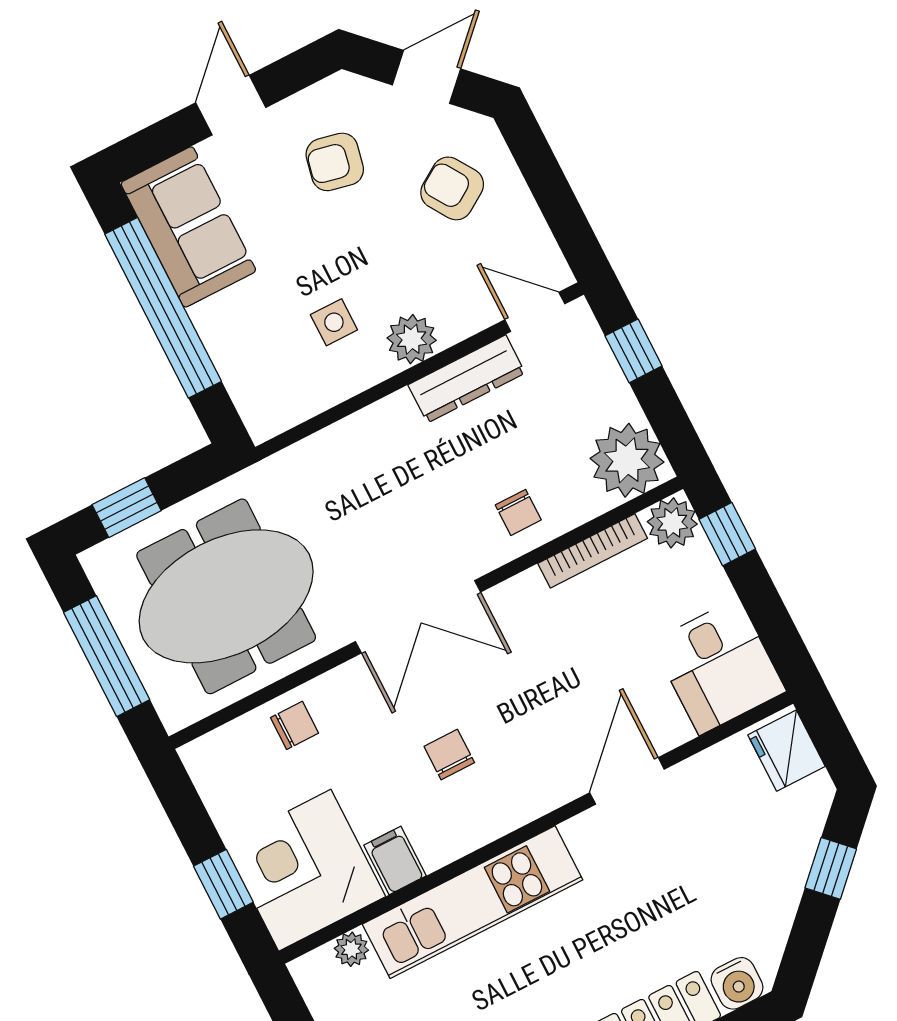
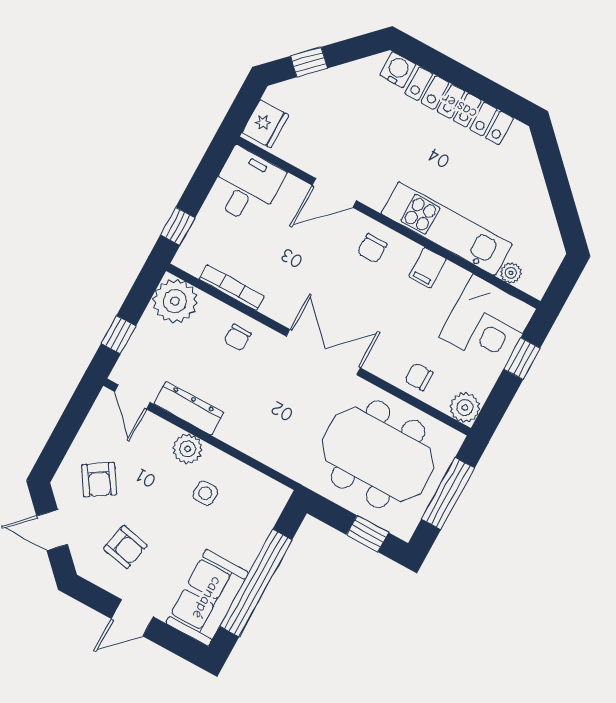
chair: (518, 512) -> (238, 337), turned 180
plant: (672, 523) -> (465, 408), moved
chair: (449, 755) -> (372, 248), moved
filing cabinet: (395, 860) -> (428, 268), moved

